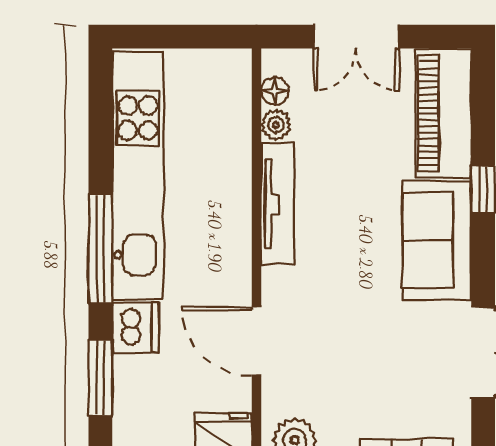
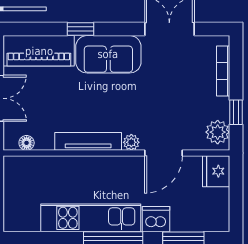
plant: (276, 125) -> (131, 142), moved
kitchen unit: (138, 175) -> (91, 218), width x0.73

